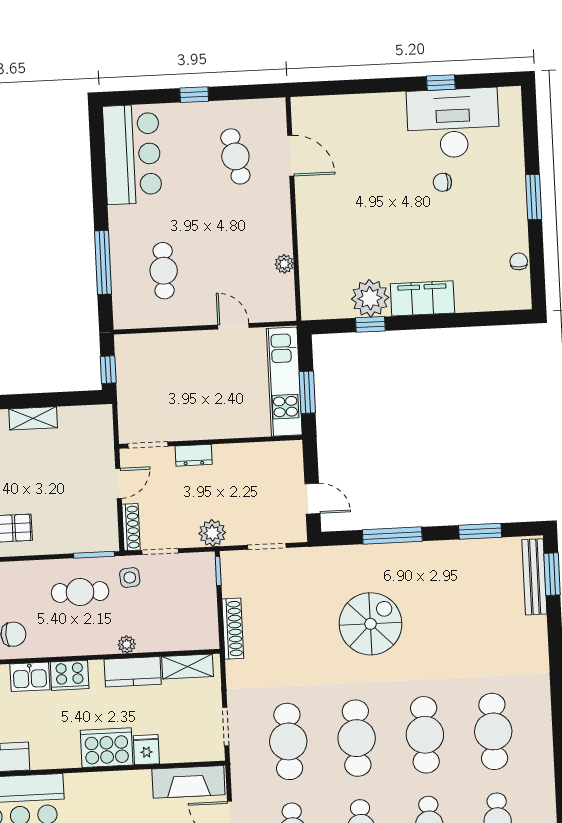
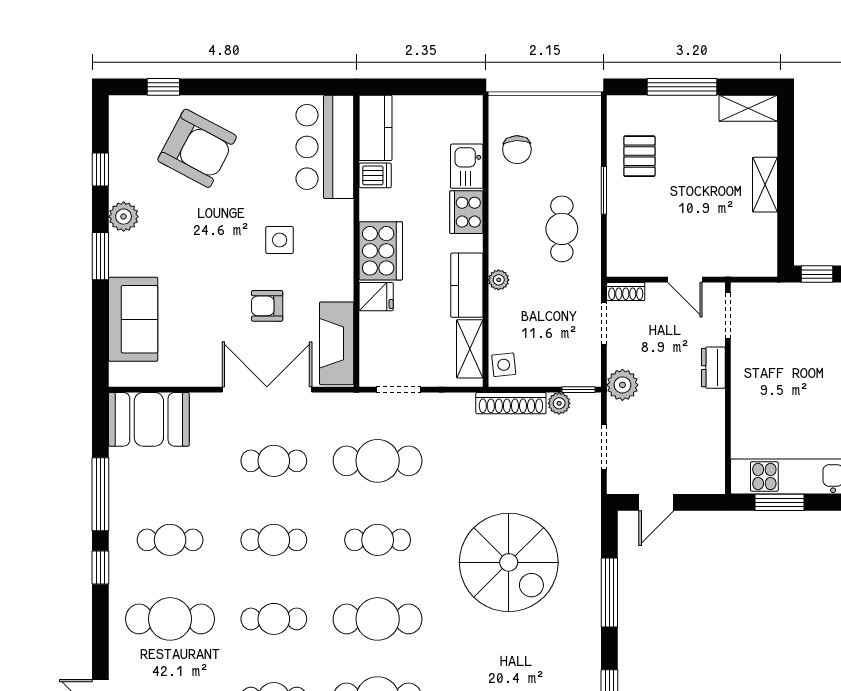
shoe rack: (131, 527) -> (626, 291), width x0.70
window: (94, 555) -> (604, 190), moved
side table: (130, 578) -> (504, 365), moved
plant: (231, 587) -> (559, 403), added
spiral stairs: (371, 624) -> (509, 562), width x1.37, depth x1.37
cafe table: (357, 738) -> (378, 540), width x0.73, depth x0.74
dishwasher: (42, 756) -> (375, 175), added

